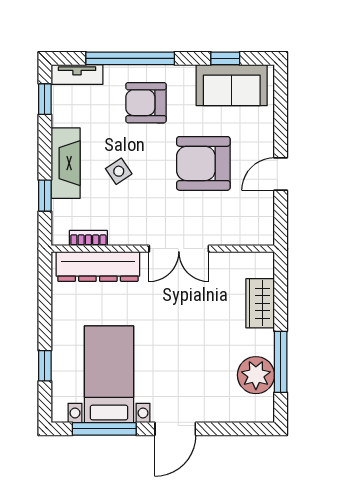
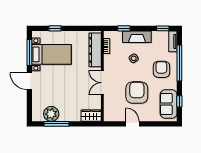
wardrobe: (260, 303) -> (91, 116), moved

